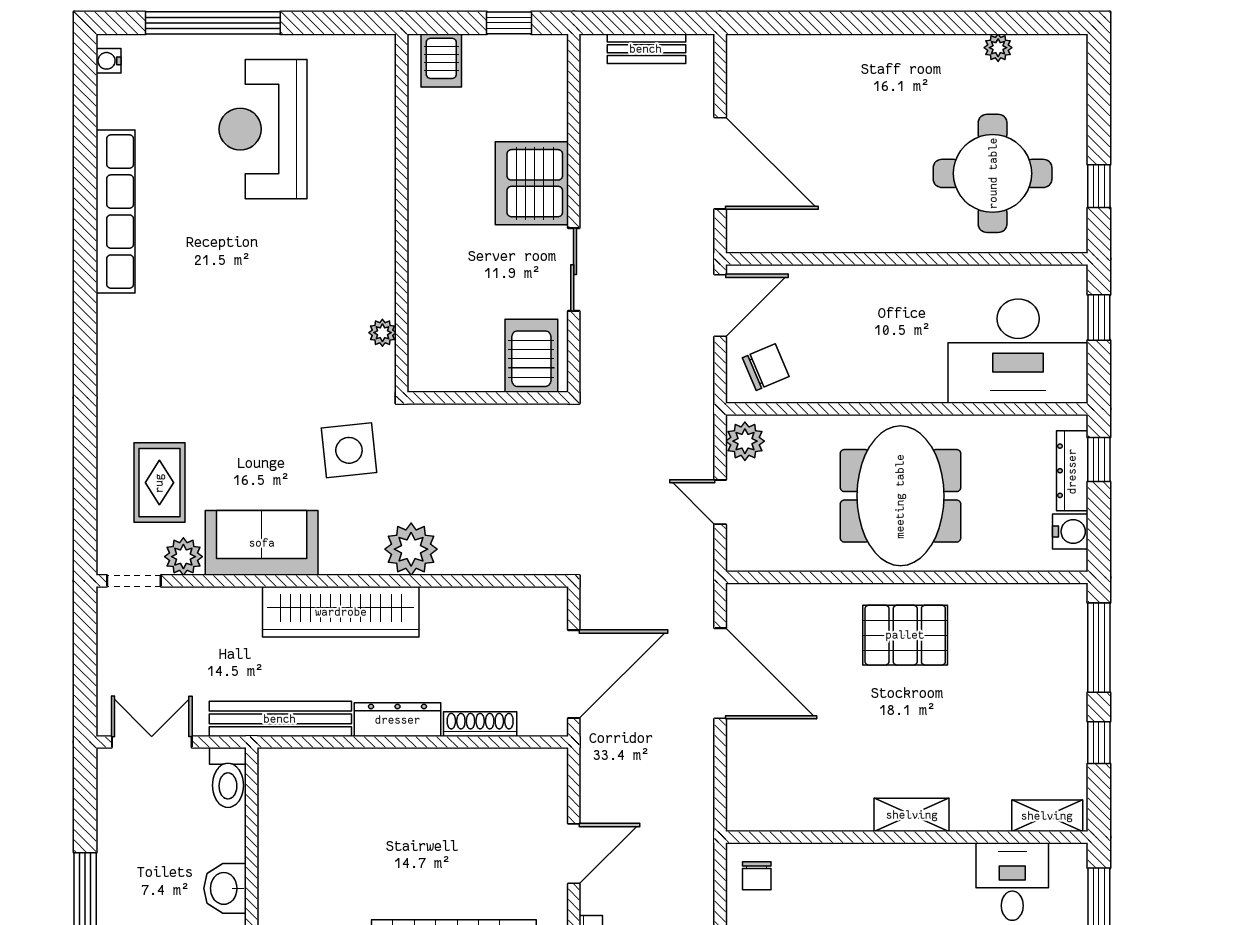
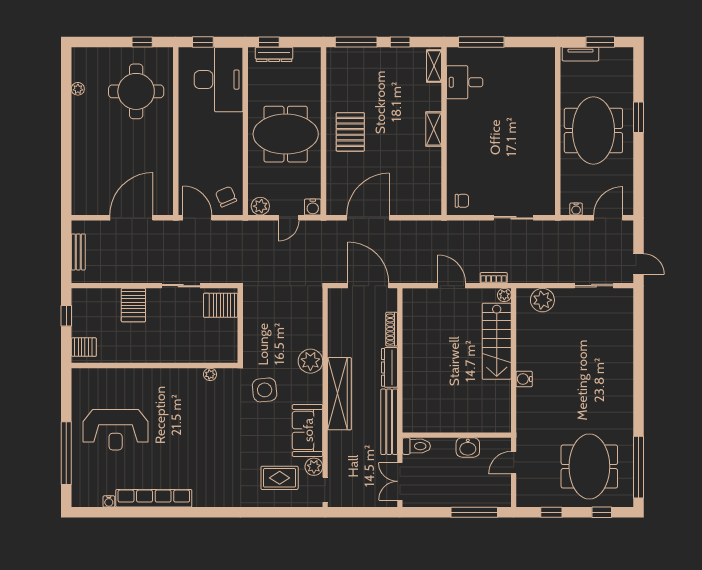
water cooler: (109, 61) -> (109, 501), moved
server rack: (532, 183) -> (133, 305), width x0.62
water cooler: (1070, 532) -> (313, 207), moved, turned 180

